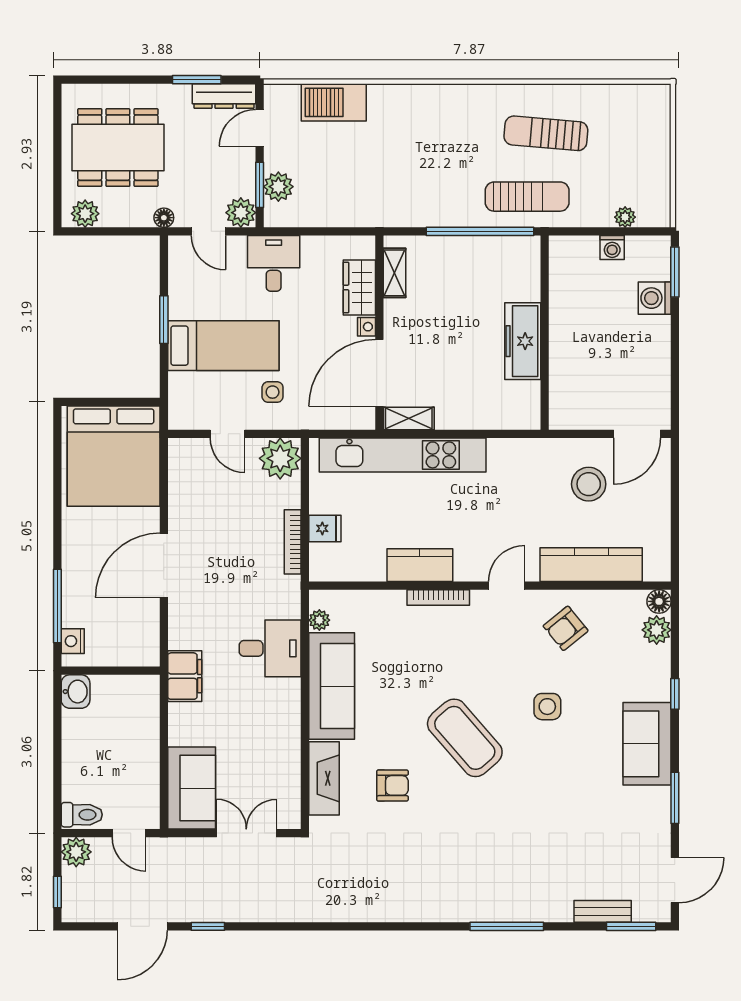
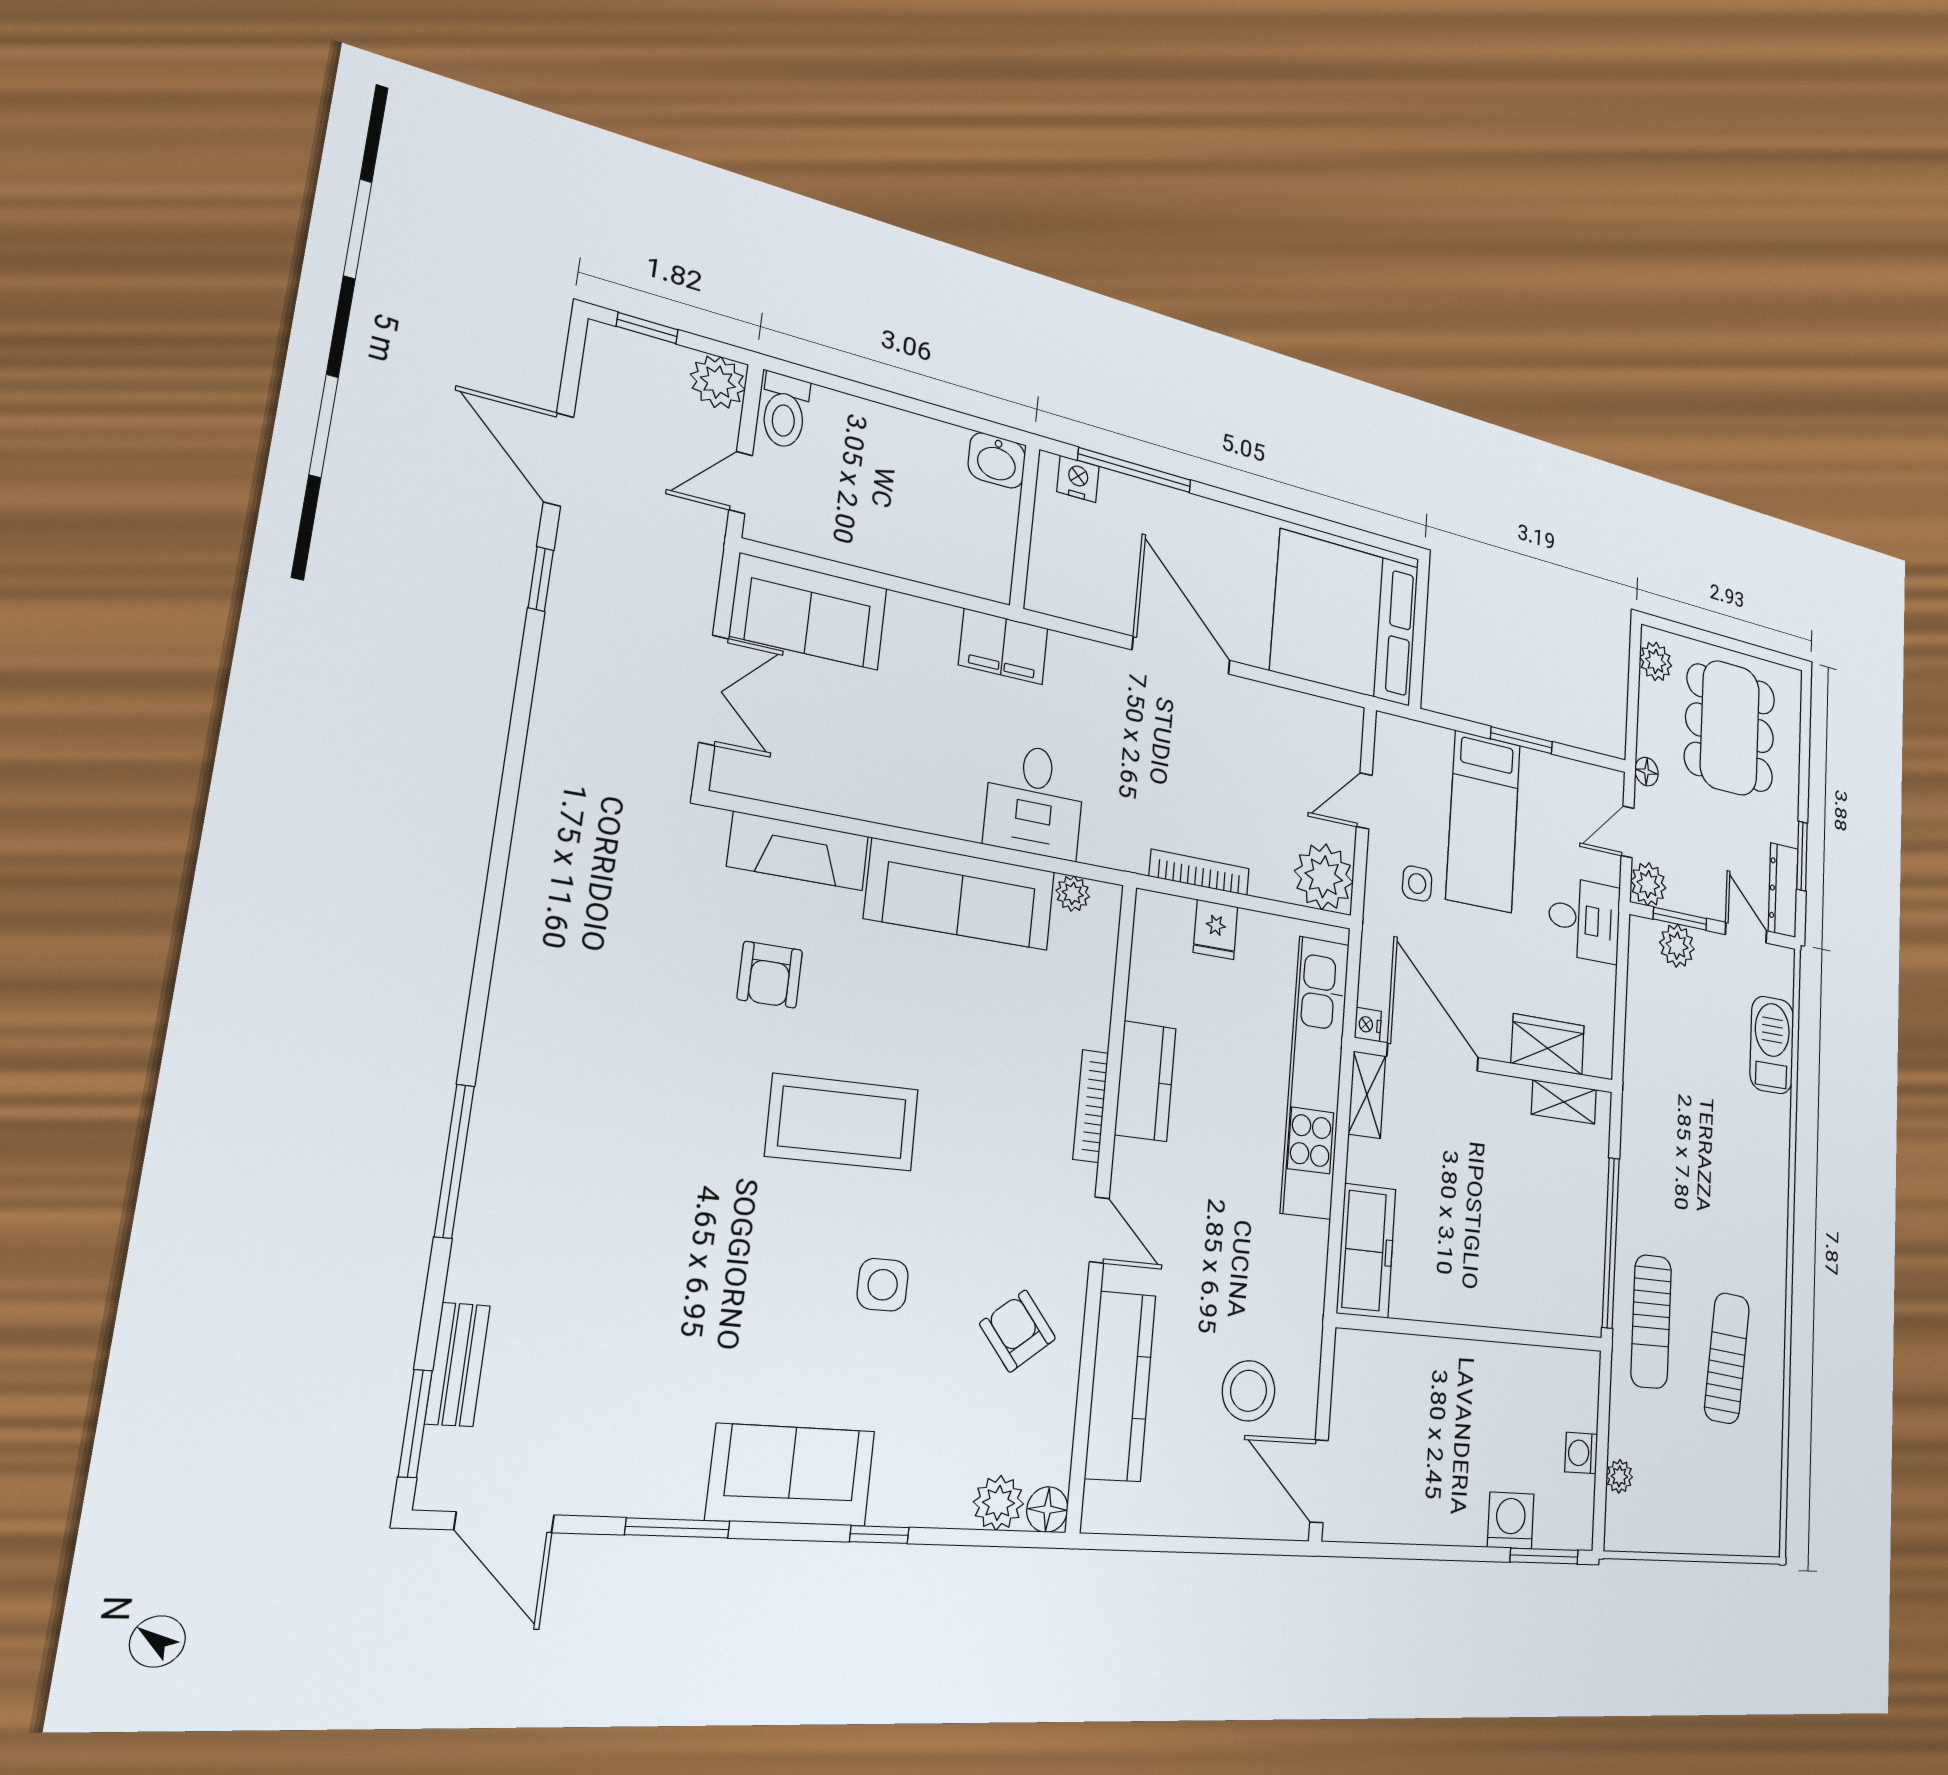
nightstand: (367, 327) -> (1368, 1025), moved, turned 90
freezer: (523, 341) -> (1366, 1251), moved, turned 90
coffee table: (465, 738) -> (843, 1122), turned 40

